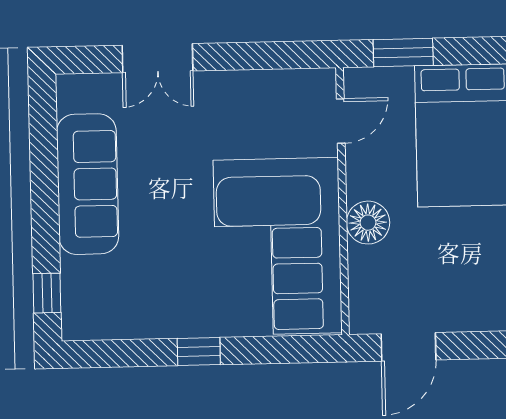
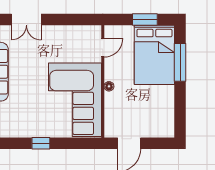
window: (403, 53) -> (145, 19), moved
floor lamp: (368, 223) -> (109, 86), width x0.53, depth x0.53

